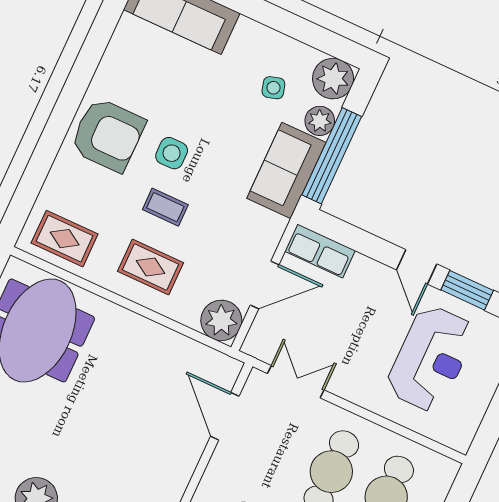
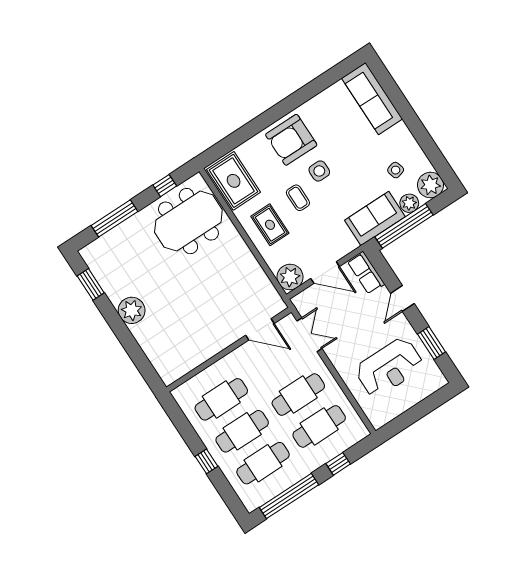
armchair: (108, 135) -> (291, 140), turned 90
rug: (65, 239) -> (234, 181), width x1.36, depth x1.43
door: (417, 267) -> (402, 299), moved
door: (225, 416) -> (260, 329), swing flipped

